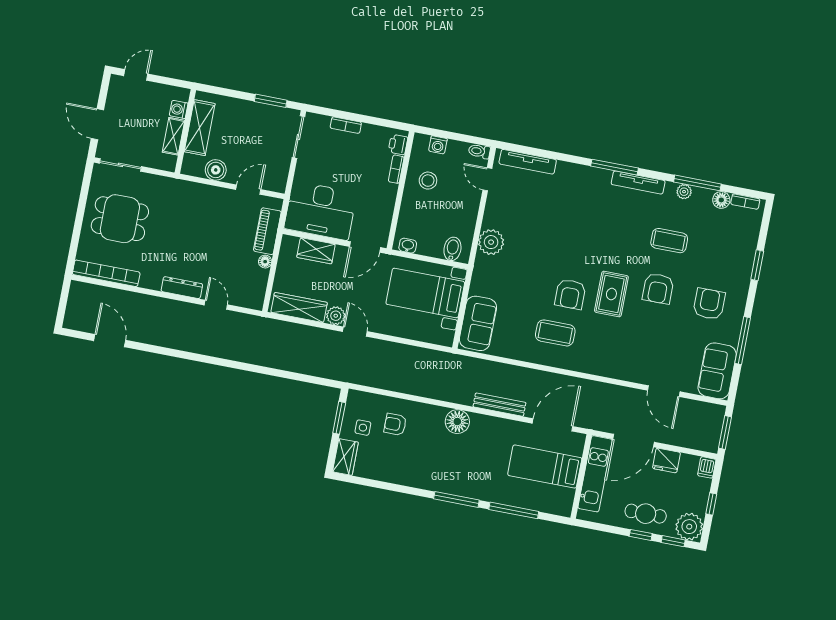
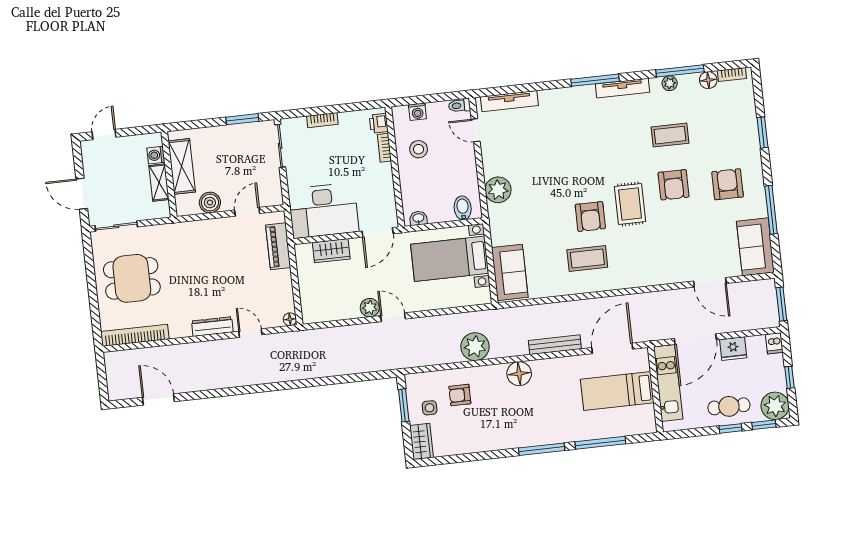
floor lamp: (265, 262) -> (290, 319), moved
wardrobe: (299, 308) -> (332, 311), removed
plant: (424, 383) -> (475, 347), added

